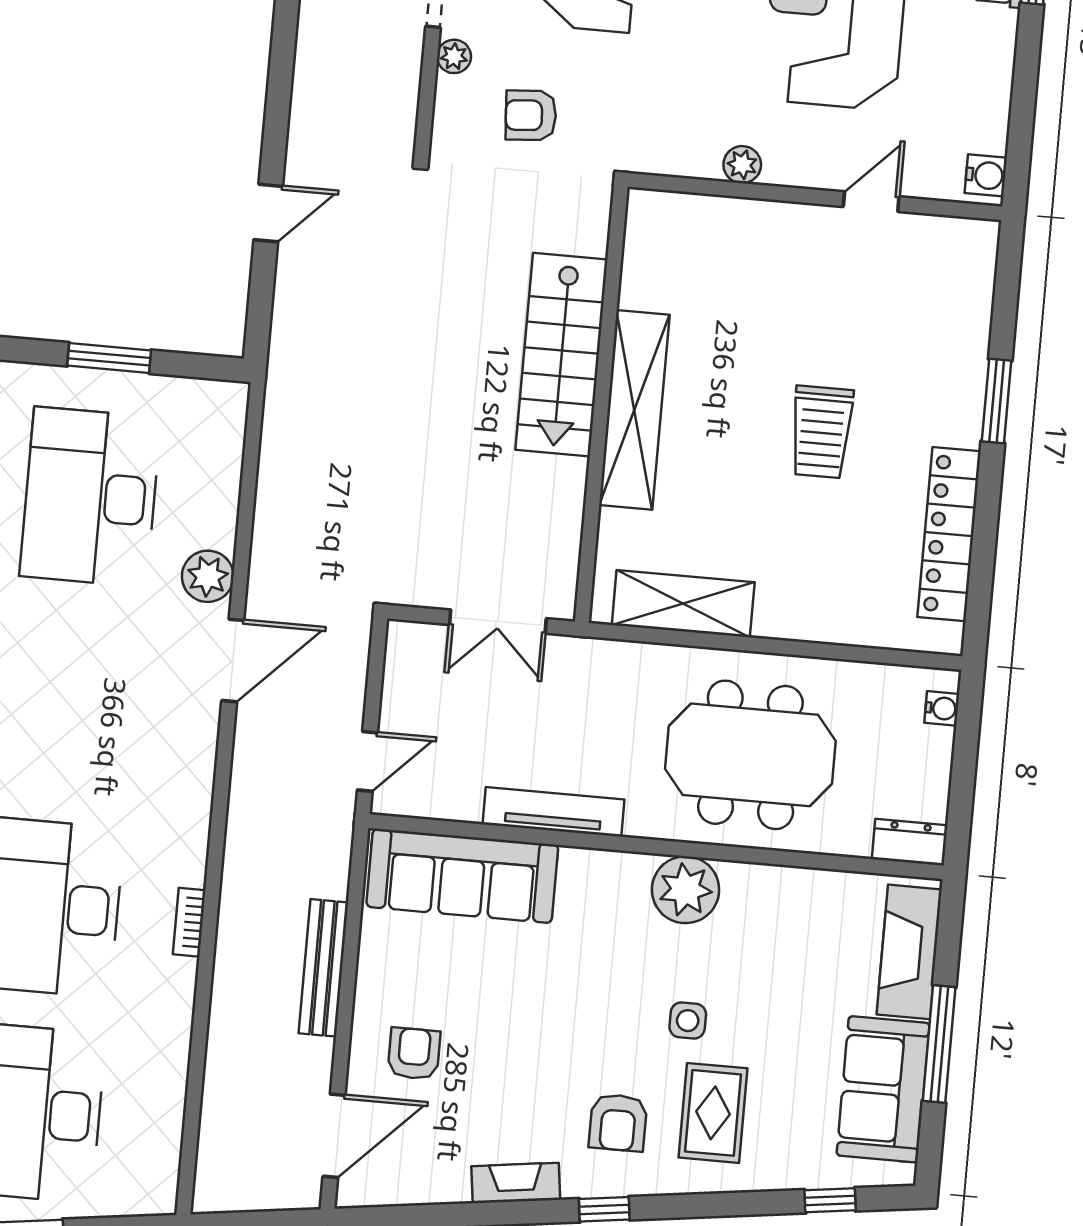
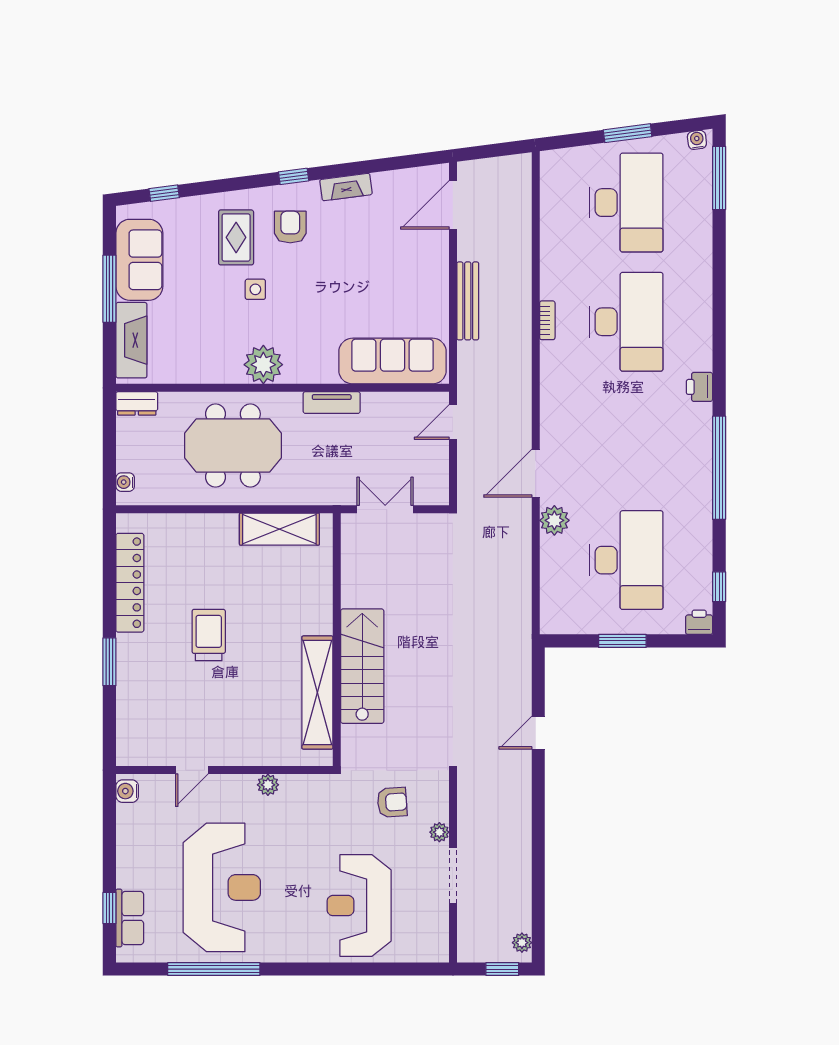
shelving: (634, 410) -> (317, 693), moved
tv unit: (553, 812) -> (332, 403), width x0.71
armchair: (414, 1054) -> (411, 256), removed

